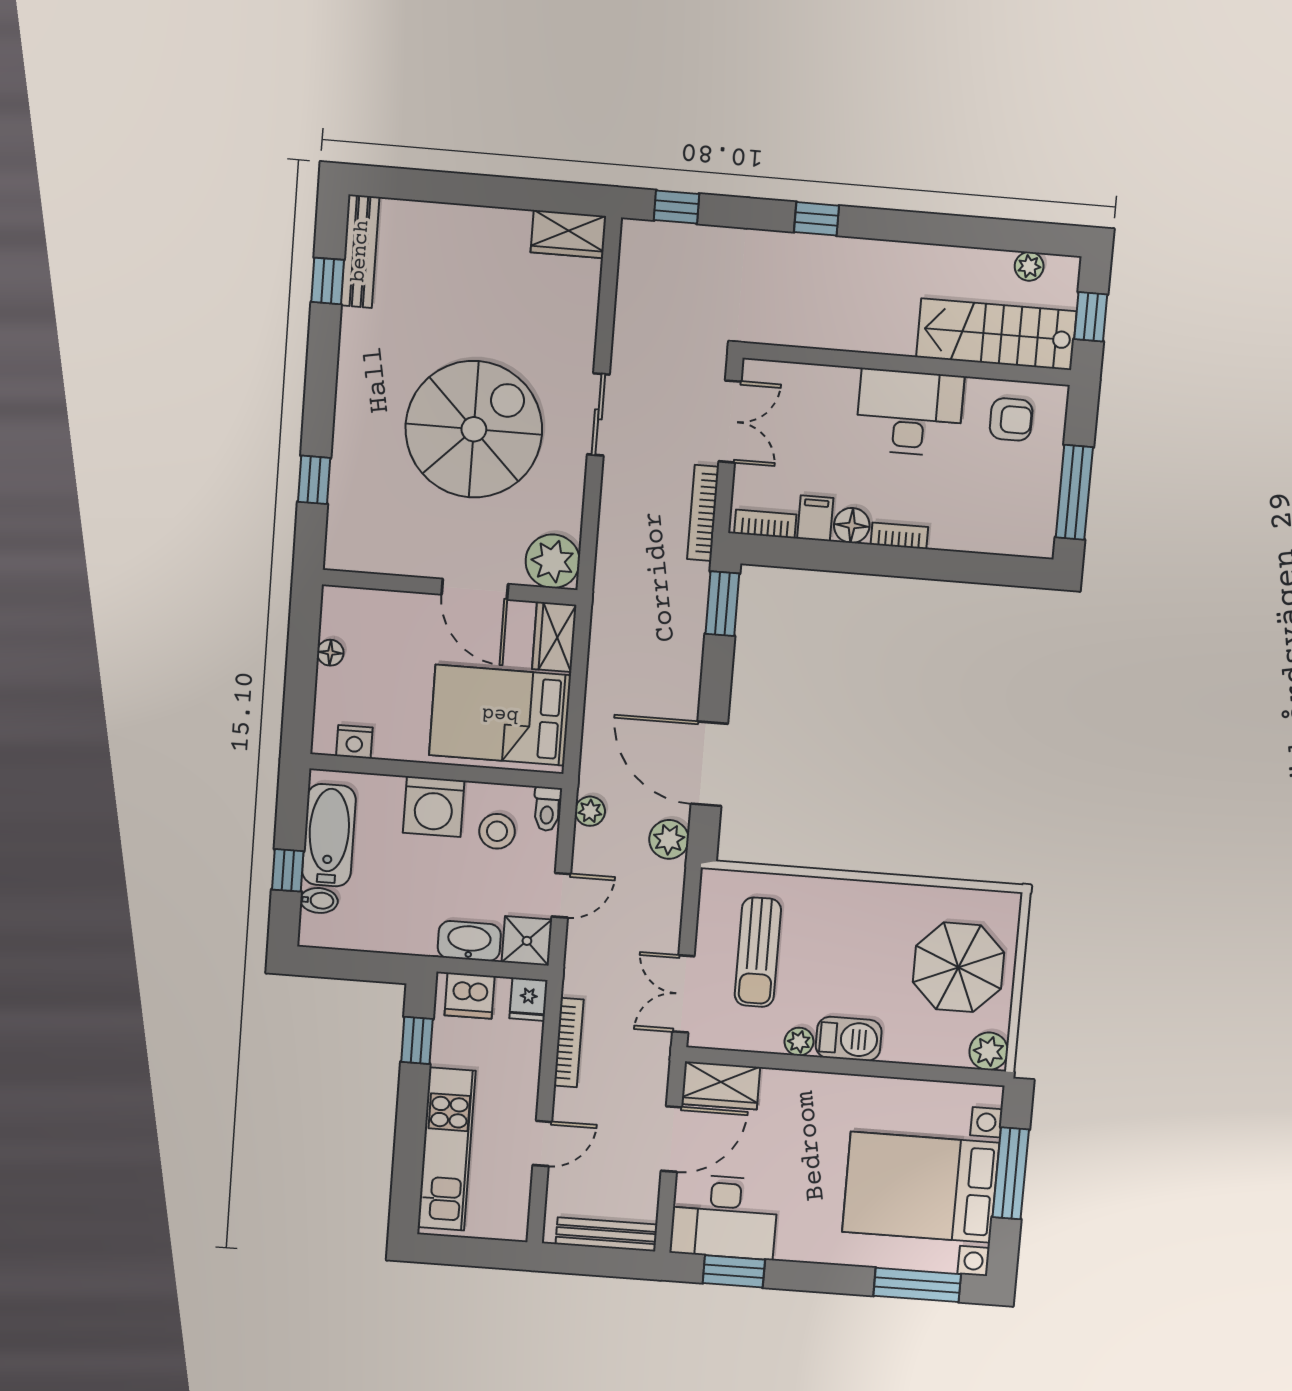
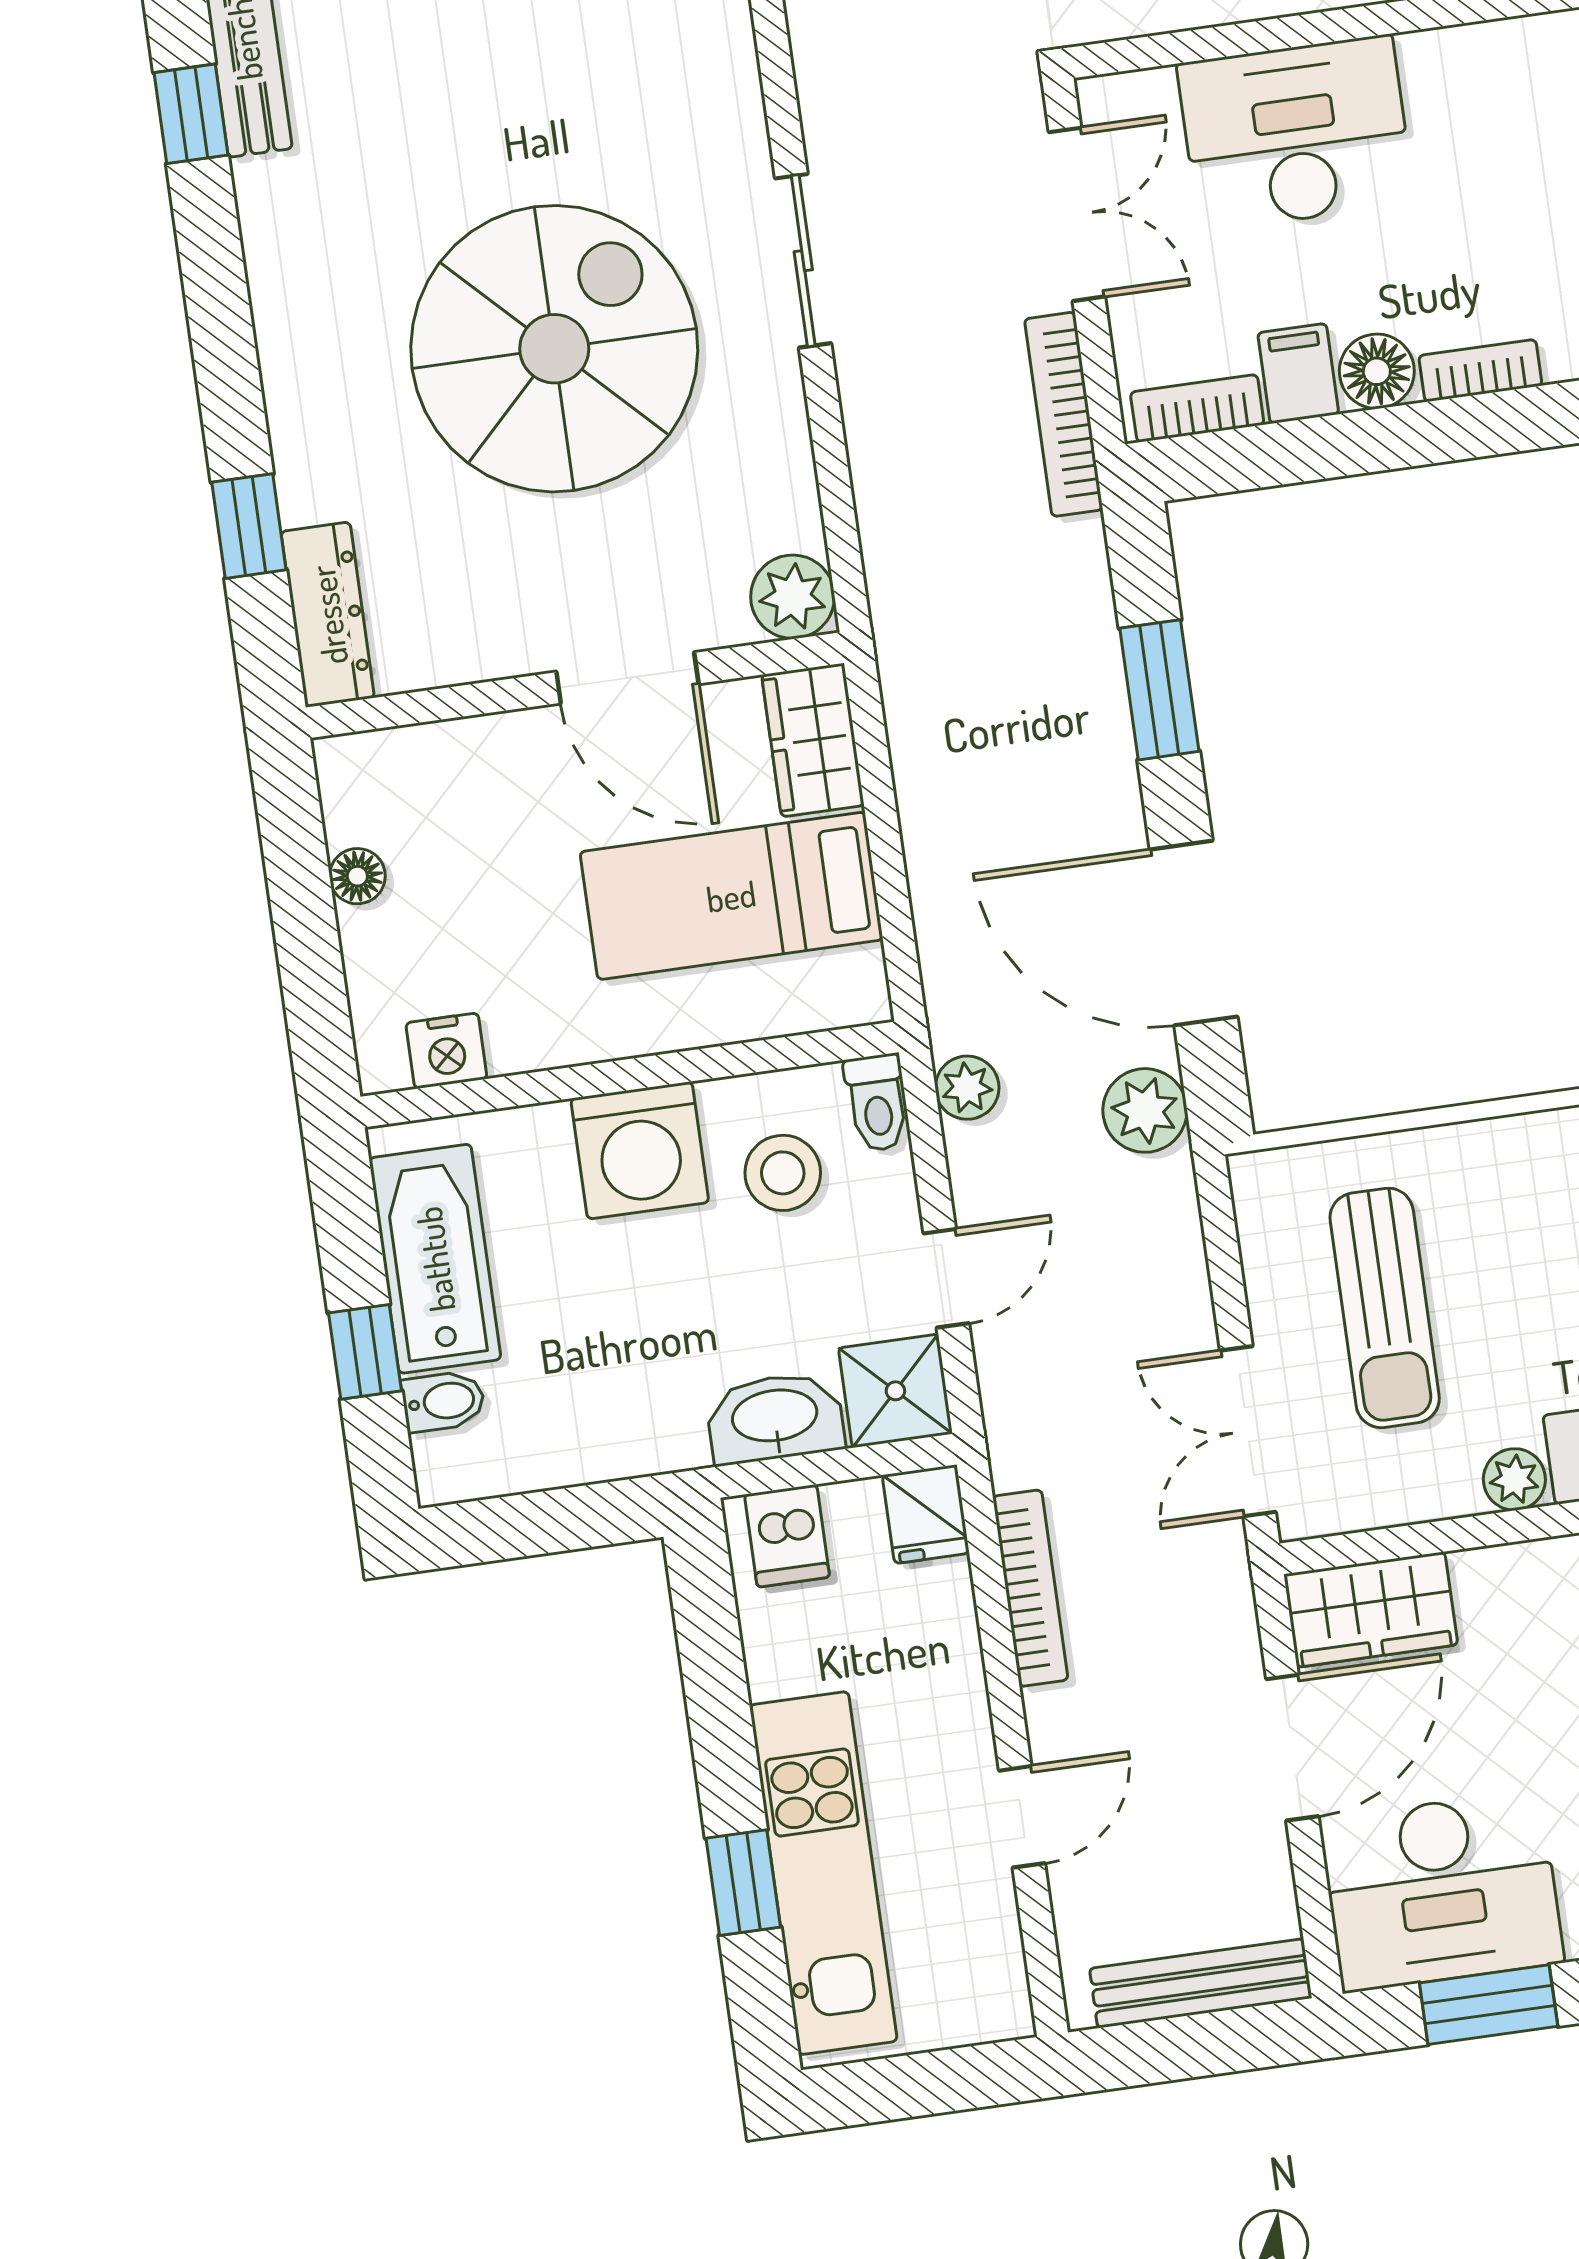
desk: (910, 413) -> (1296, 133), moved
dresser: (342, 529) -> (328, 615), added
plant: (553, 561) -> (793, 597), width x0.73, depth x0.73
window: (722, 604) -> (1159, 690), moved
bed: (500, 715) -> (731, 896), width x0.67
dishwasher: (470, 996) -> (787, 1536), width x0.73
window: (417, 1040) -> (743, 1883), moved

